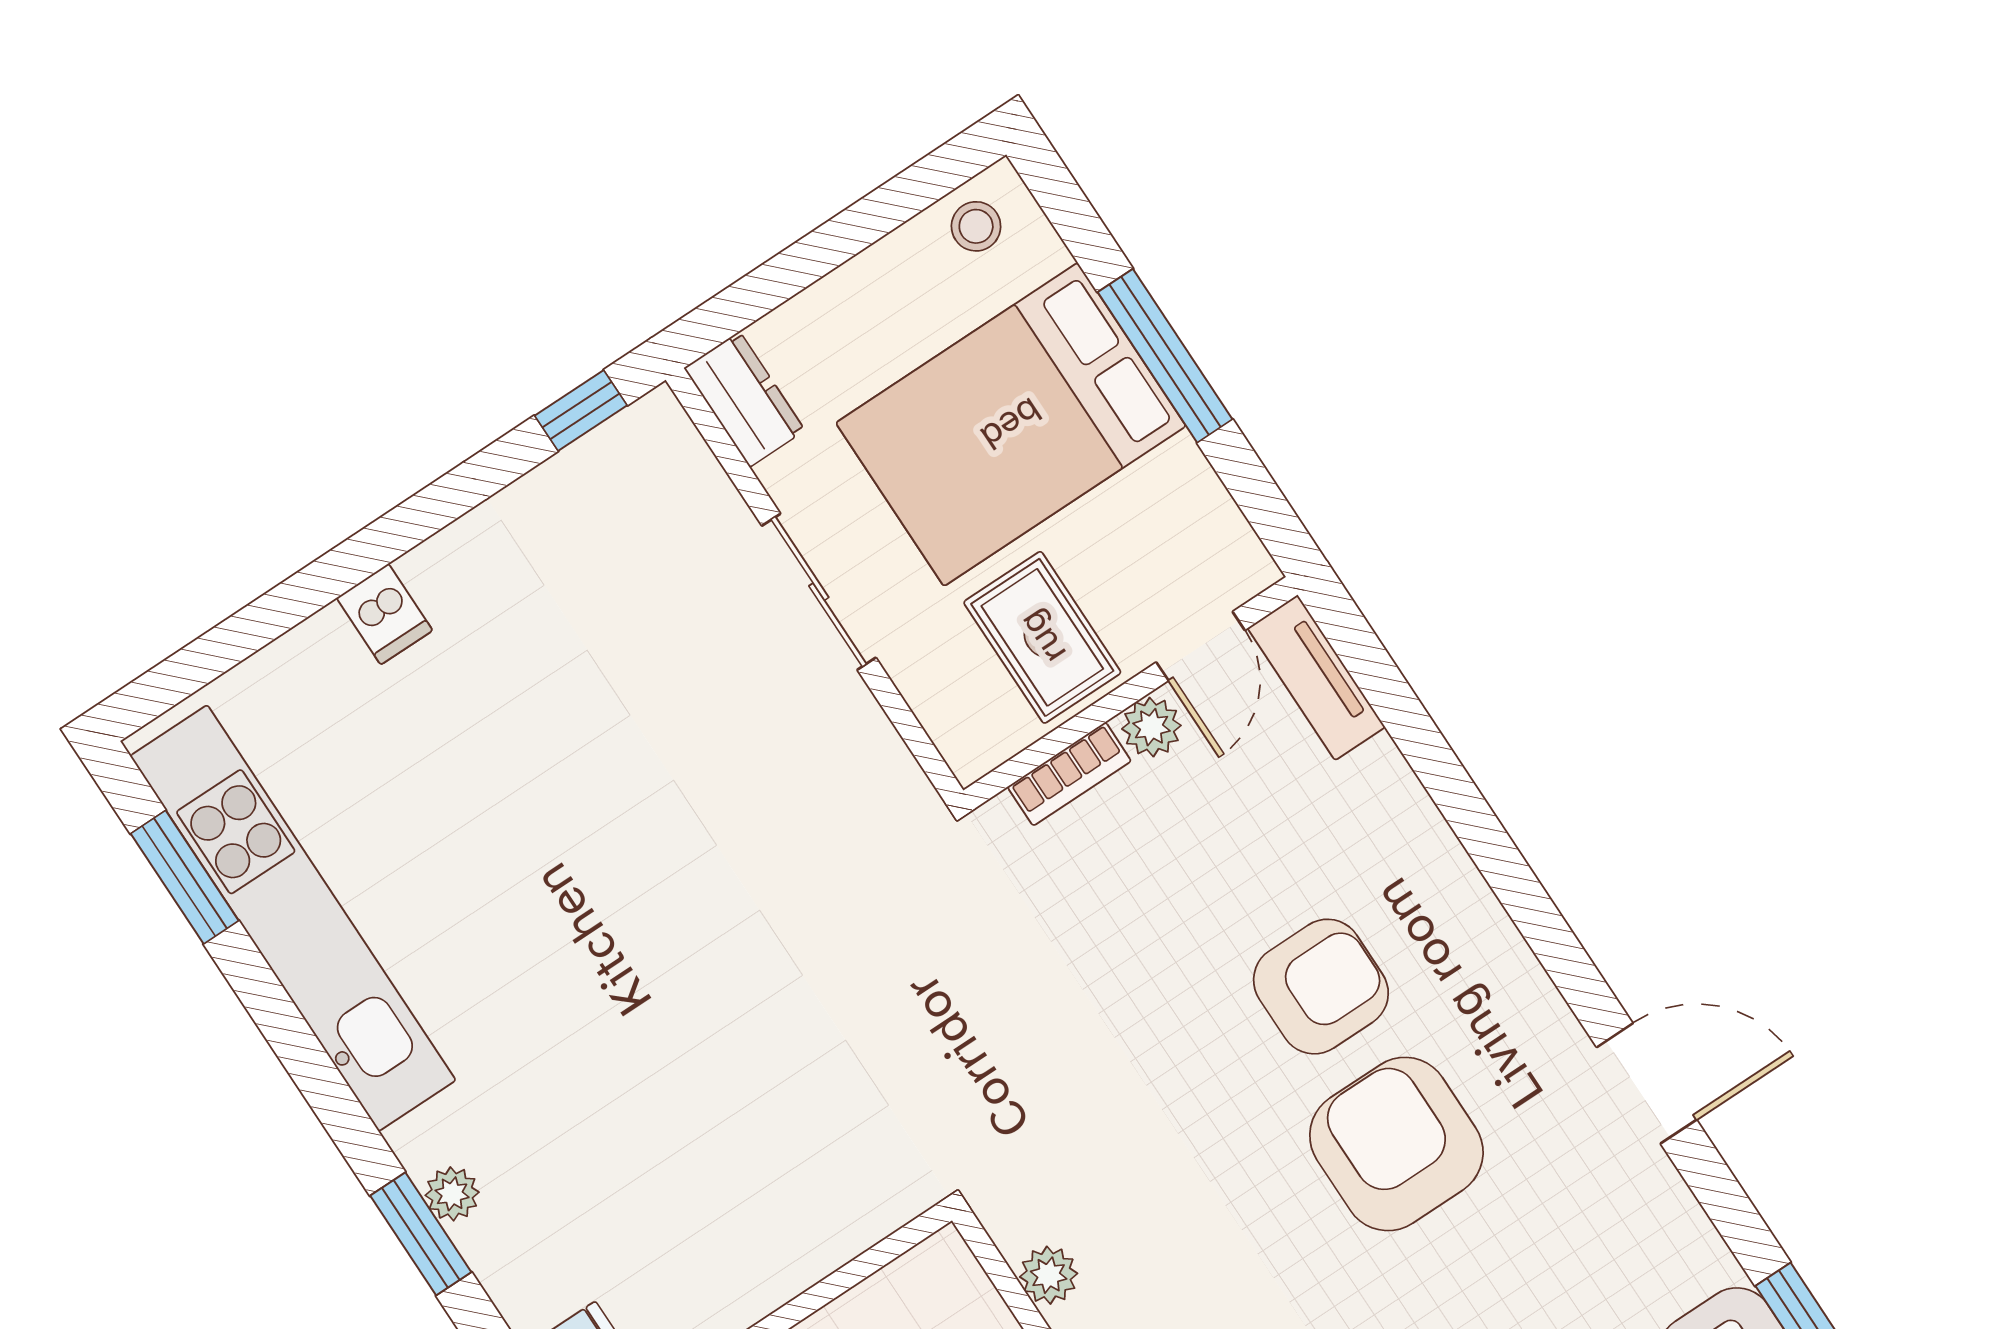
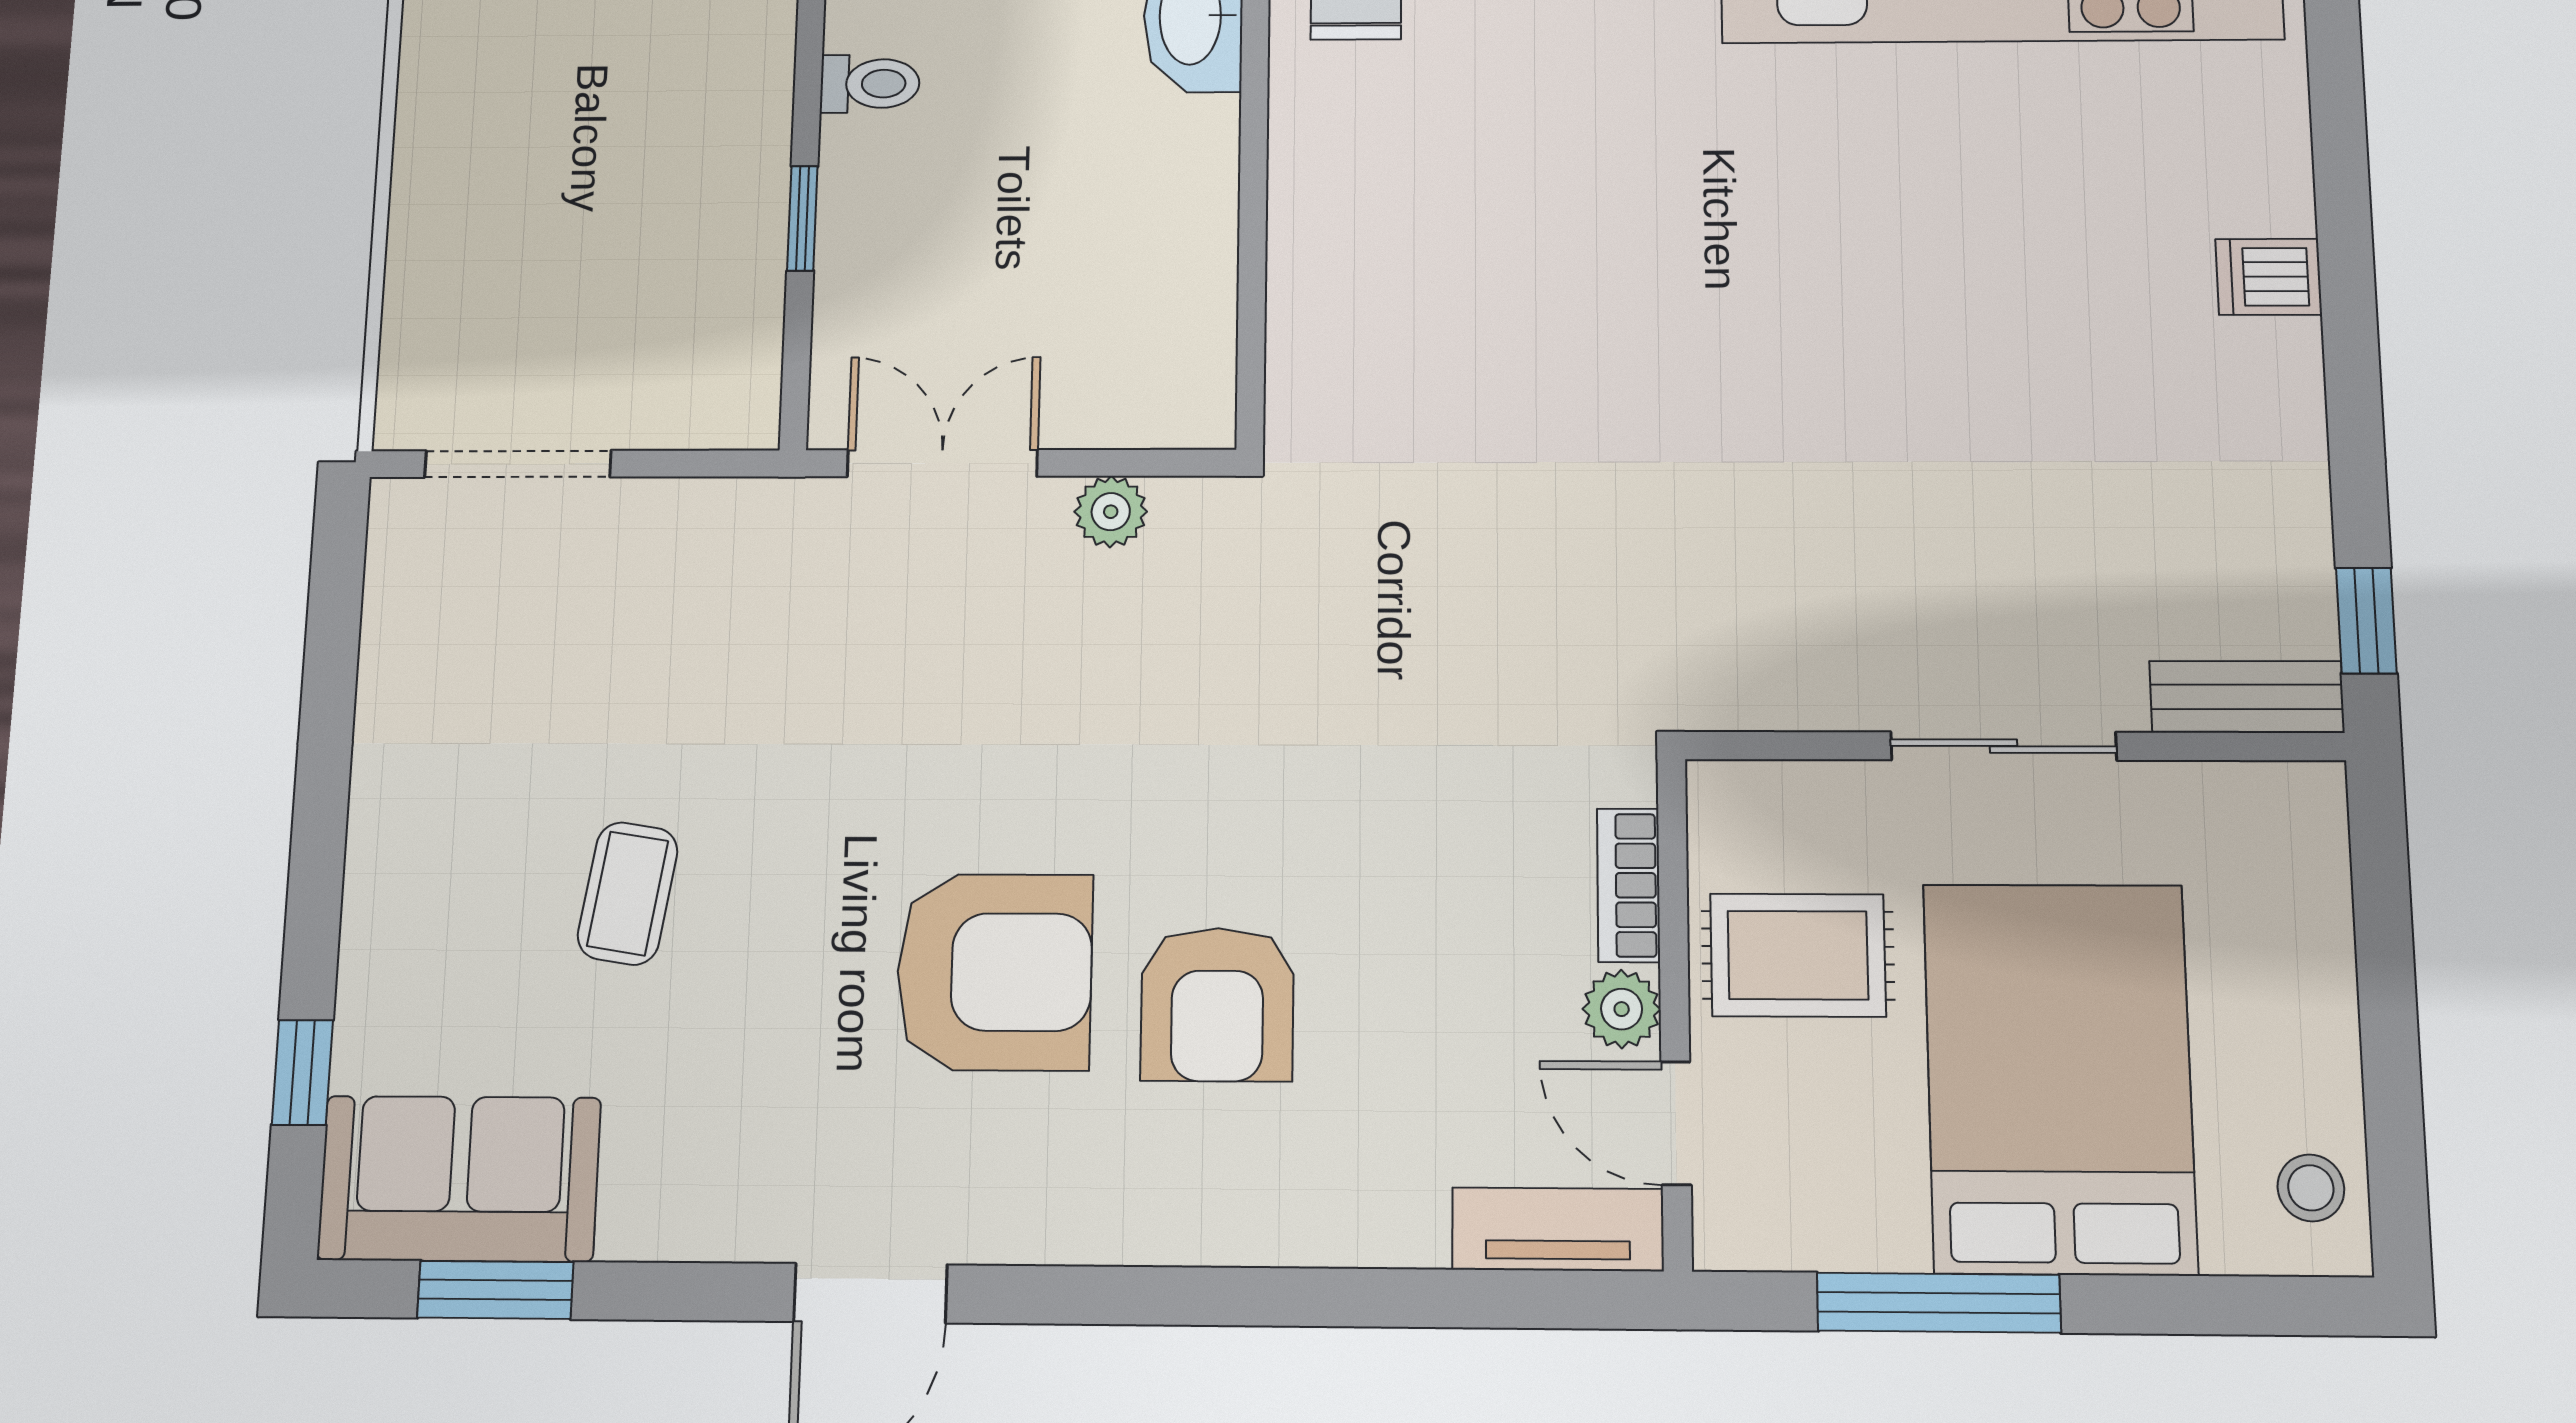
window: (1165, 356) -> (1939, 1303), moved
dresser: (744, 399) -> (2270, 804), removed
bench: (683, 456) -> (2247, 697), added

